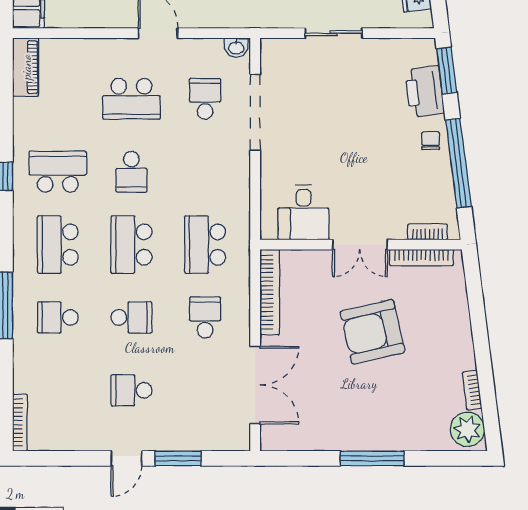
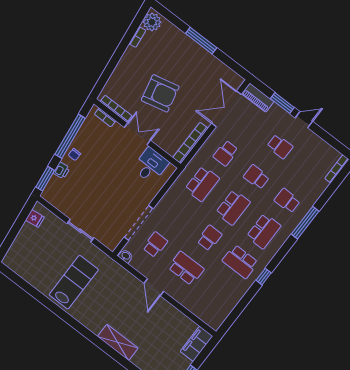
piano: (26, 67) -> (258, 98), moved, turned -90
printer: (425, 91) -> (62, 170), width x0.53, depth x0.68
school desk: (205, 99) -> (155, 245), turned 180
school desk: (58, 317) -> (287, 201), turned 180

